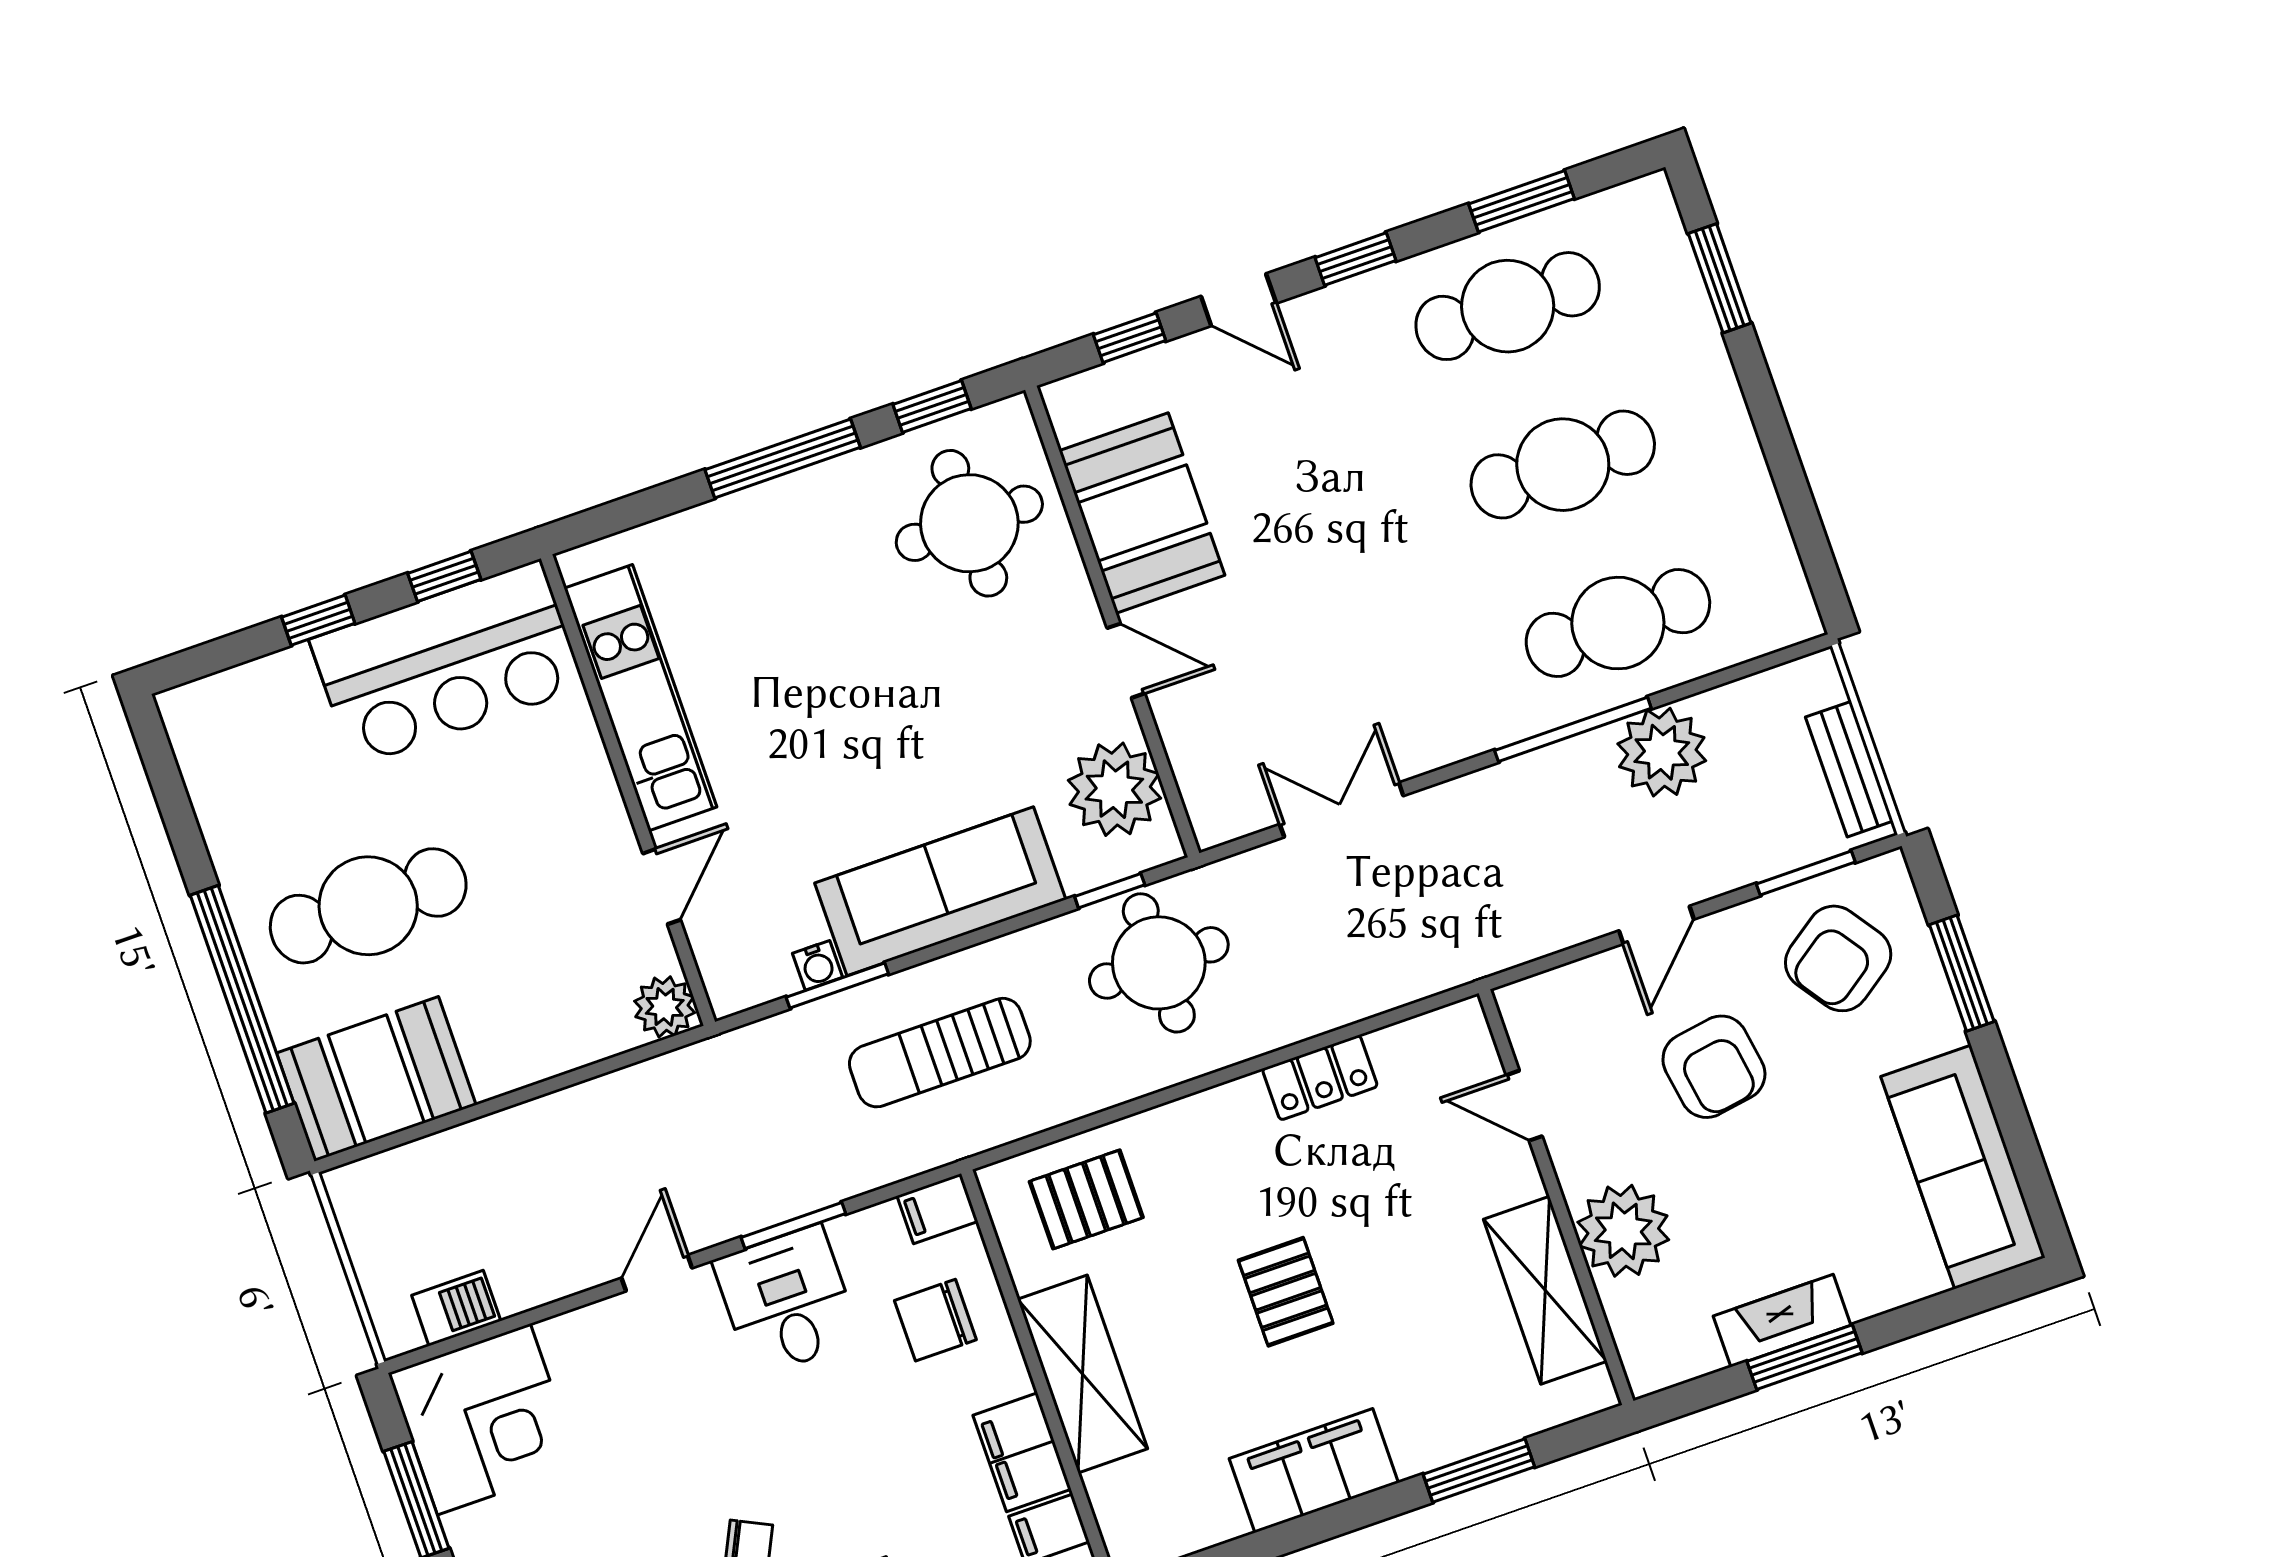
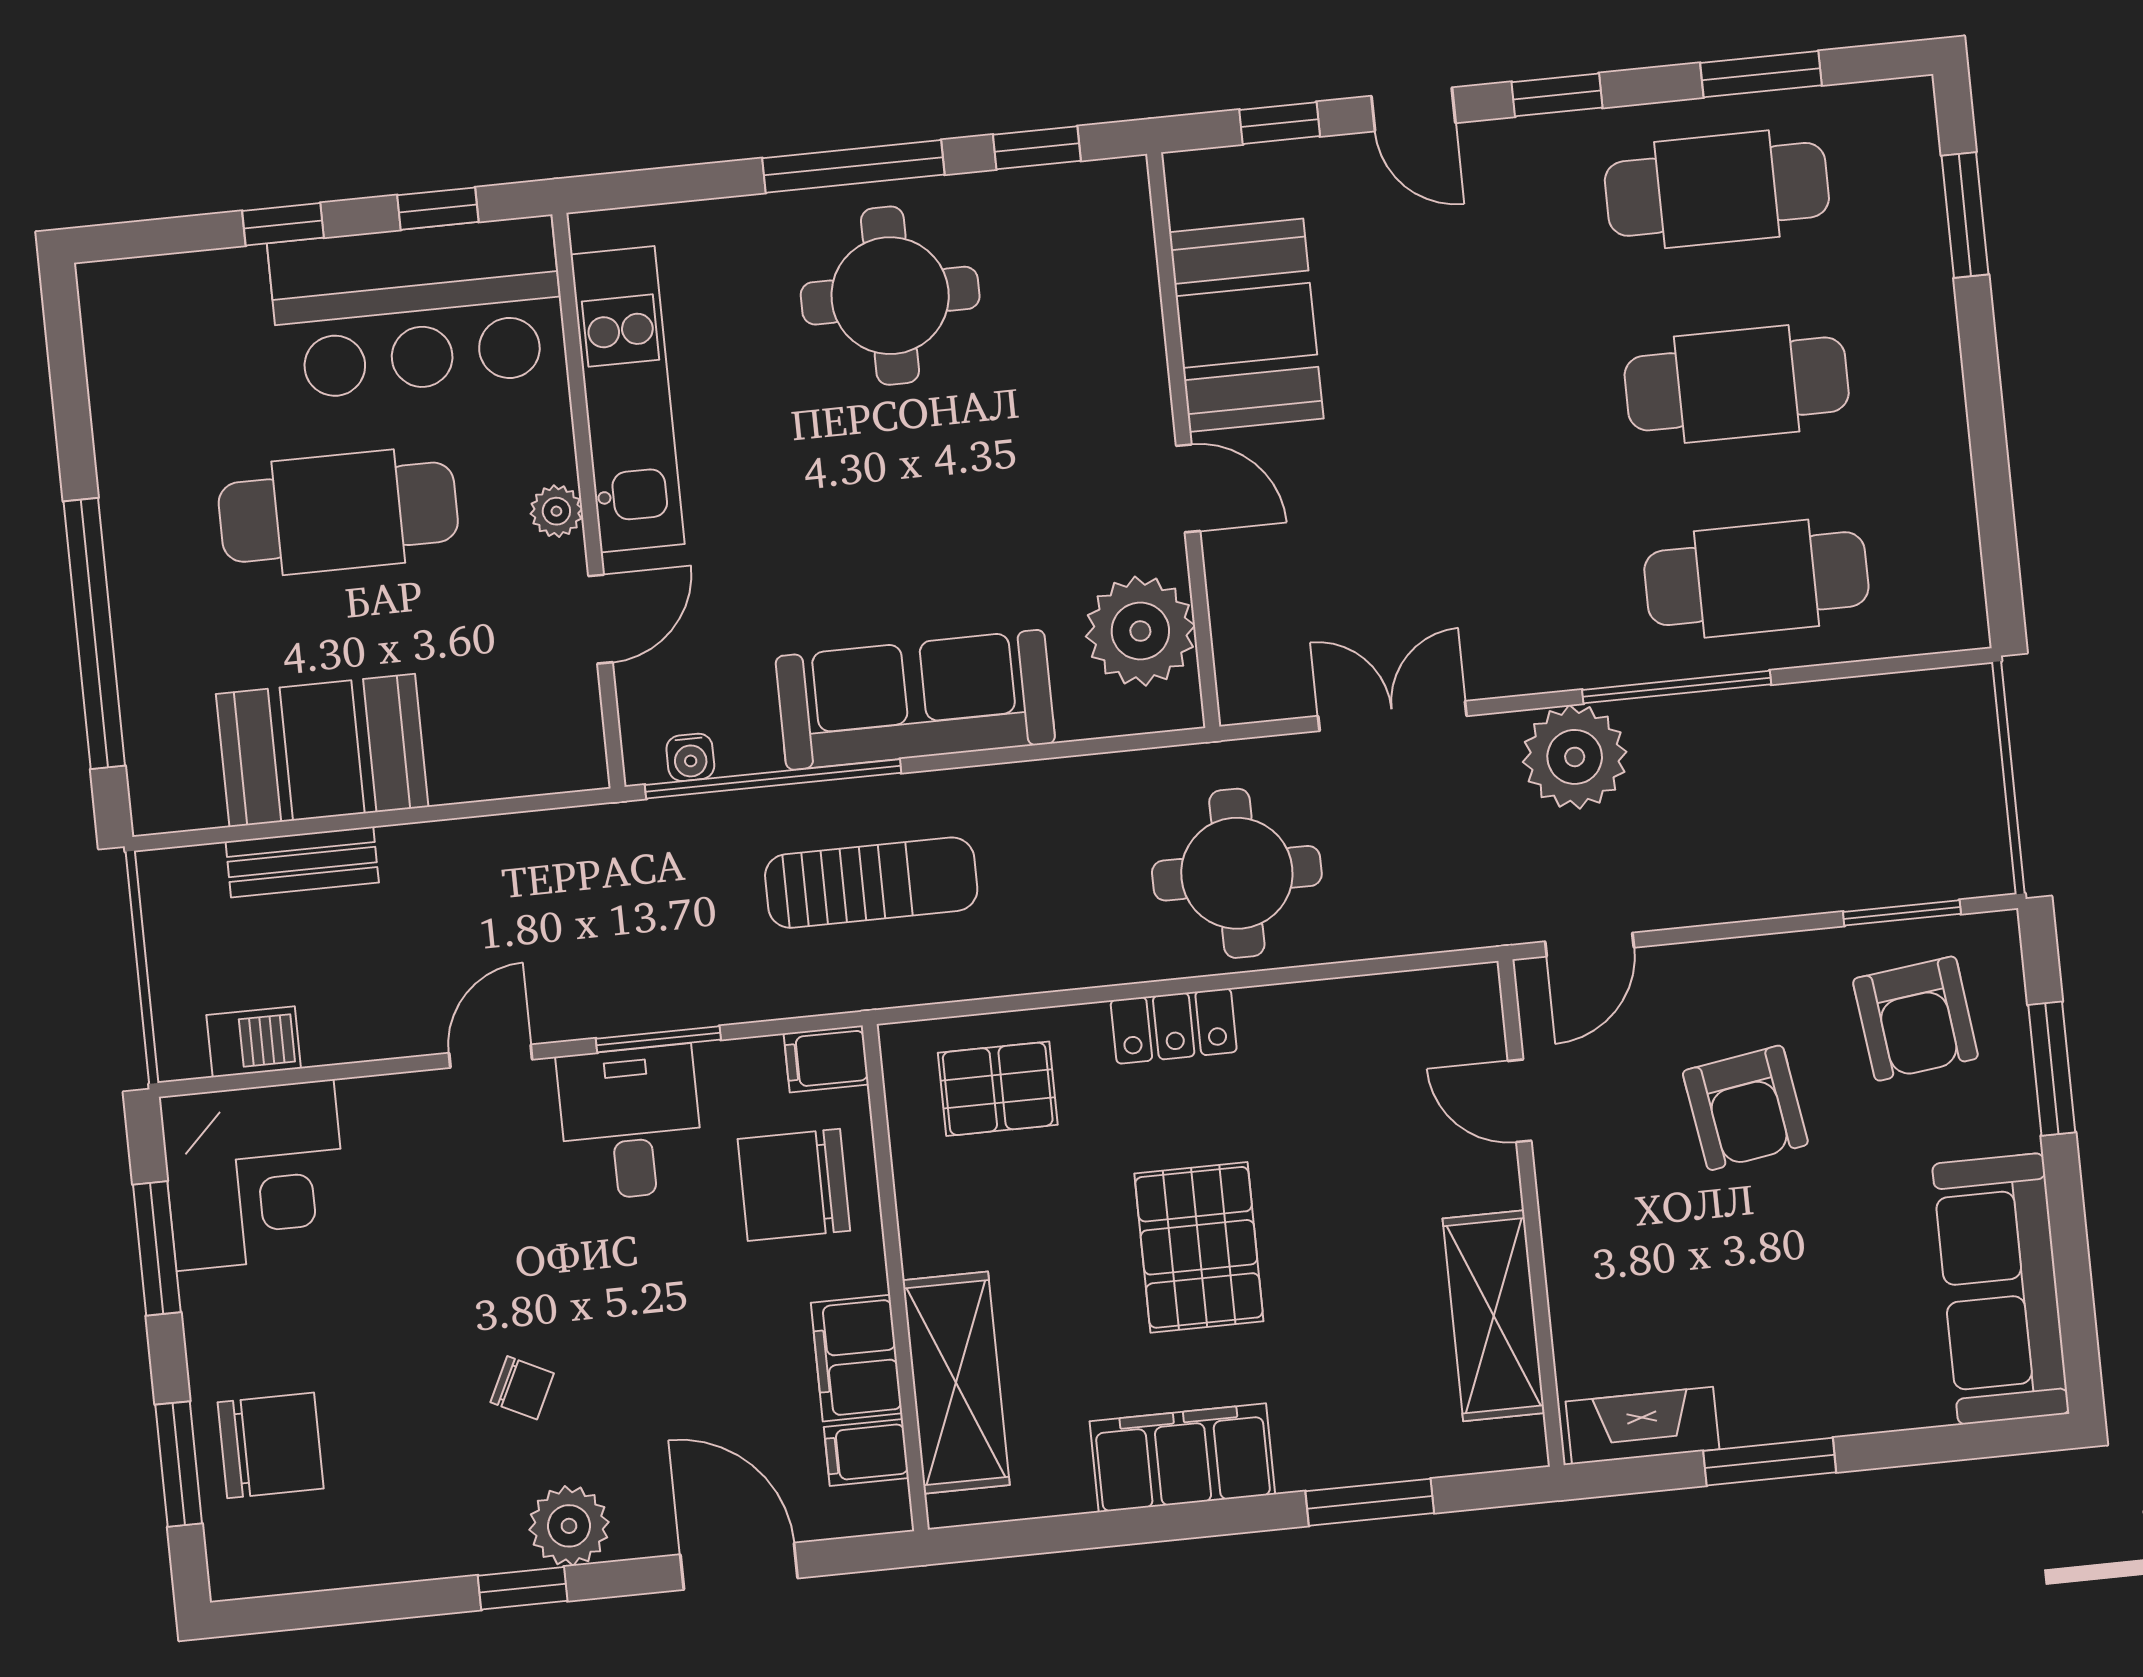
round table: (969, 523) -> (890, 296), moved
plant: (1662, 752) -> (1575, 757), moved
bench: (1849, 769) -> (302, 862), moved, turned 90
window: (1110, 891) -> (1108, 745), removed
cafe table: (368, 906) -> (338, 512), moved
door: (1656, 925) -> (1590, 945), moved
armchair: (1838, 958) -> (1915, 1019), turned -62
round table: (1159, 963) -> (1237, 873), moved
water cooler: (818, 965) -> (690, 757), moved
window: (837, 986) -> (773, 779), width x2.11
plant: (665, 1007) -> (556, 511), moved, width x0.73, depth x0.73
sun lounger: (940, 1053) -> (871, 883), turned 180
locker: (1320, 1078) -> (1174, 1026), moved
booth: (376, 1079) -> (322, 750), moved
plant: (1623, 1231) -> (1598, 1269), removed
pallet: (1286, 1292) -> (1199, 1247), width x1.50, depth x1.42
chair: (935, 1320) -> (794, 1185), width x1.37, depth x1.37
fireplace: (1782, 1321) -> (1643, 1425), moved
shelving: (1083, 1374) -> (956, 1383), moved

